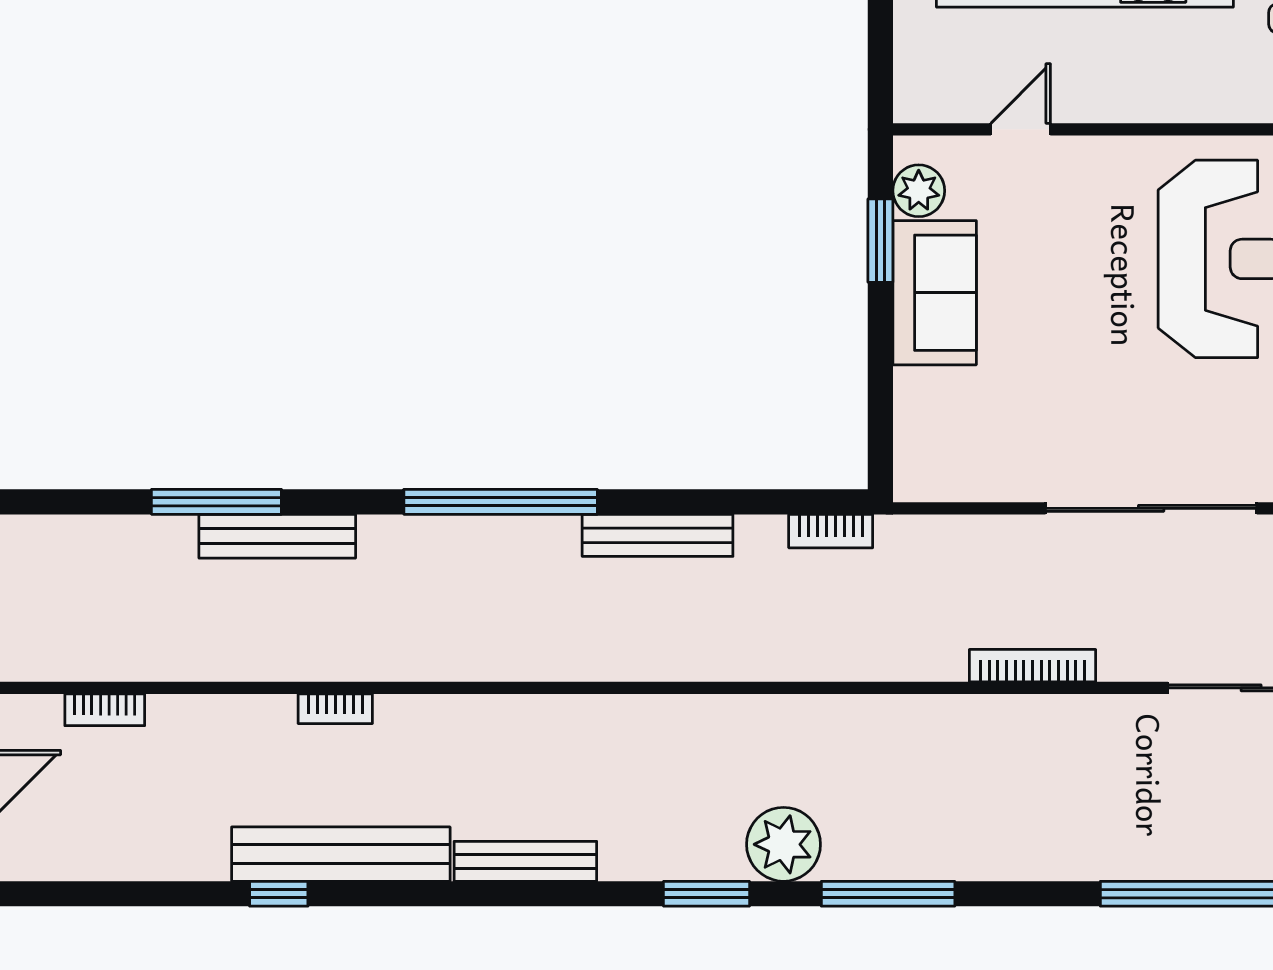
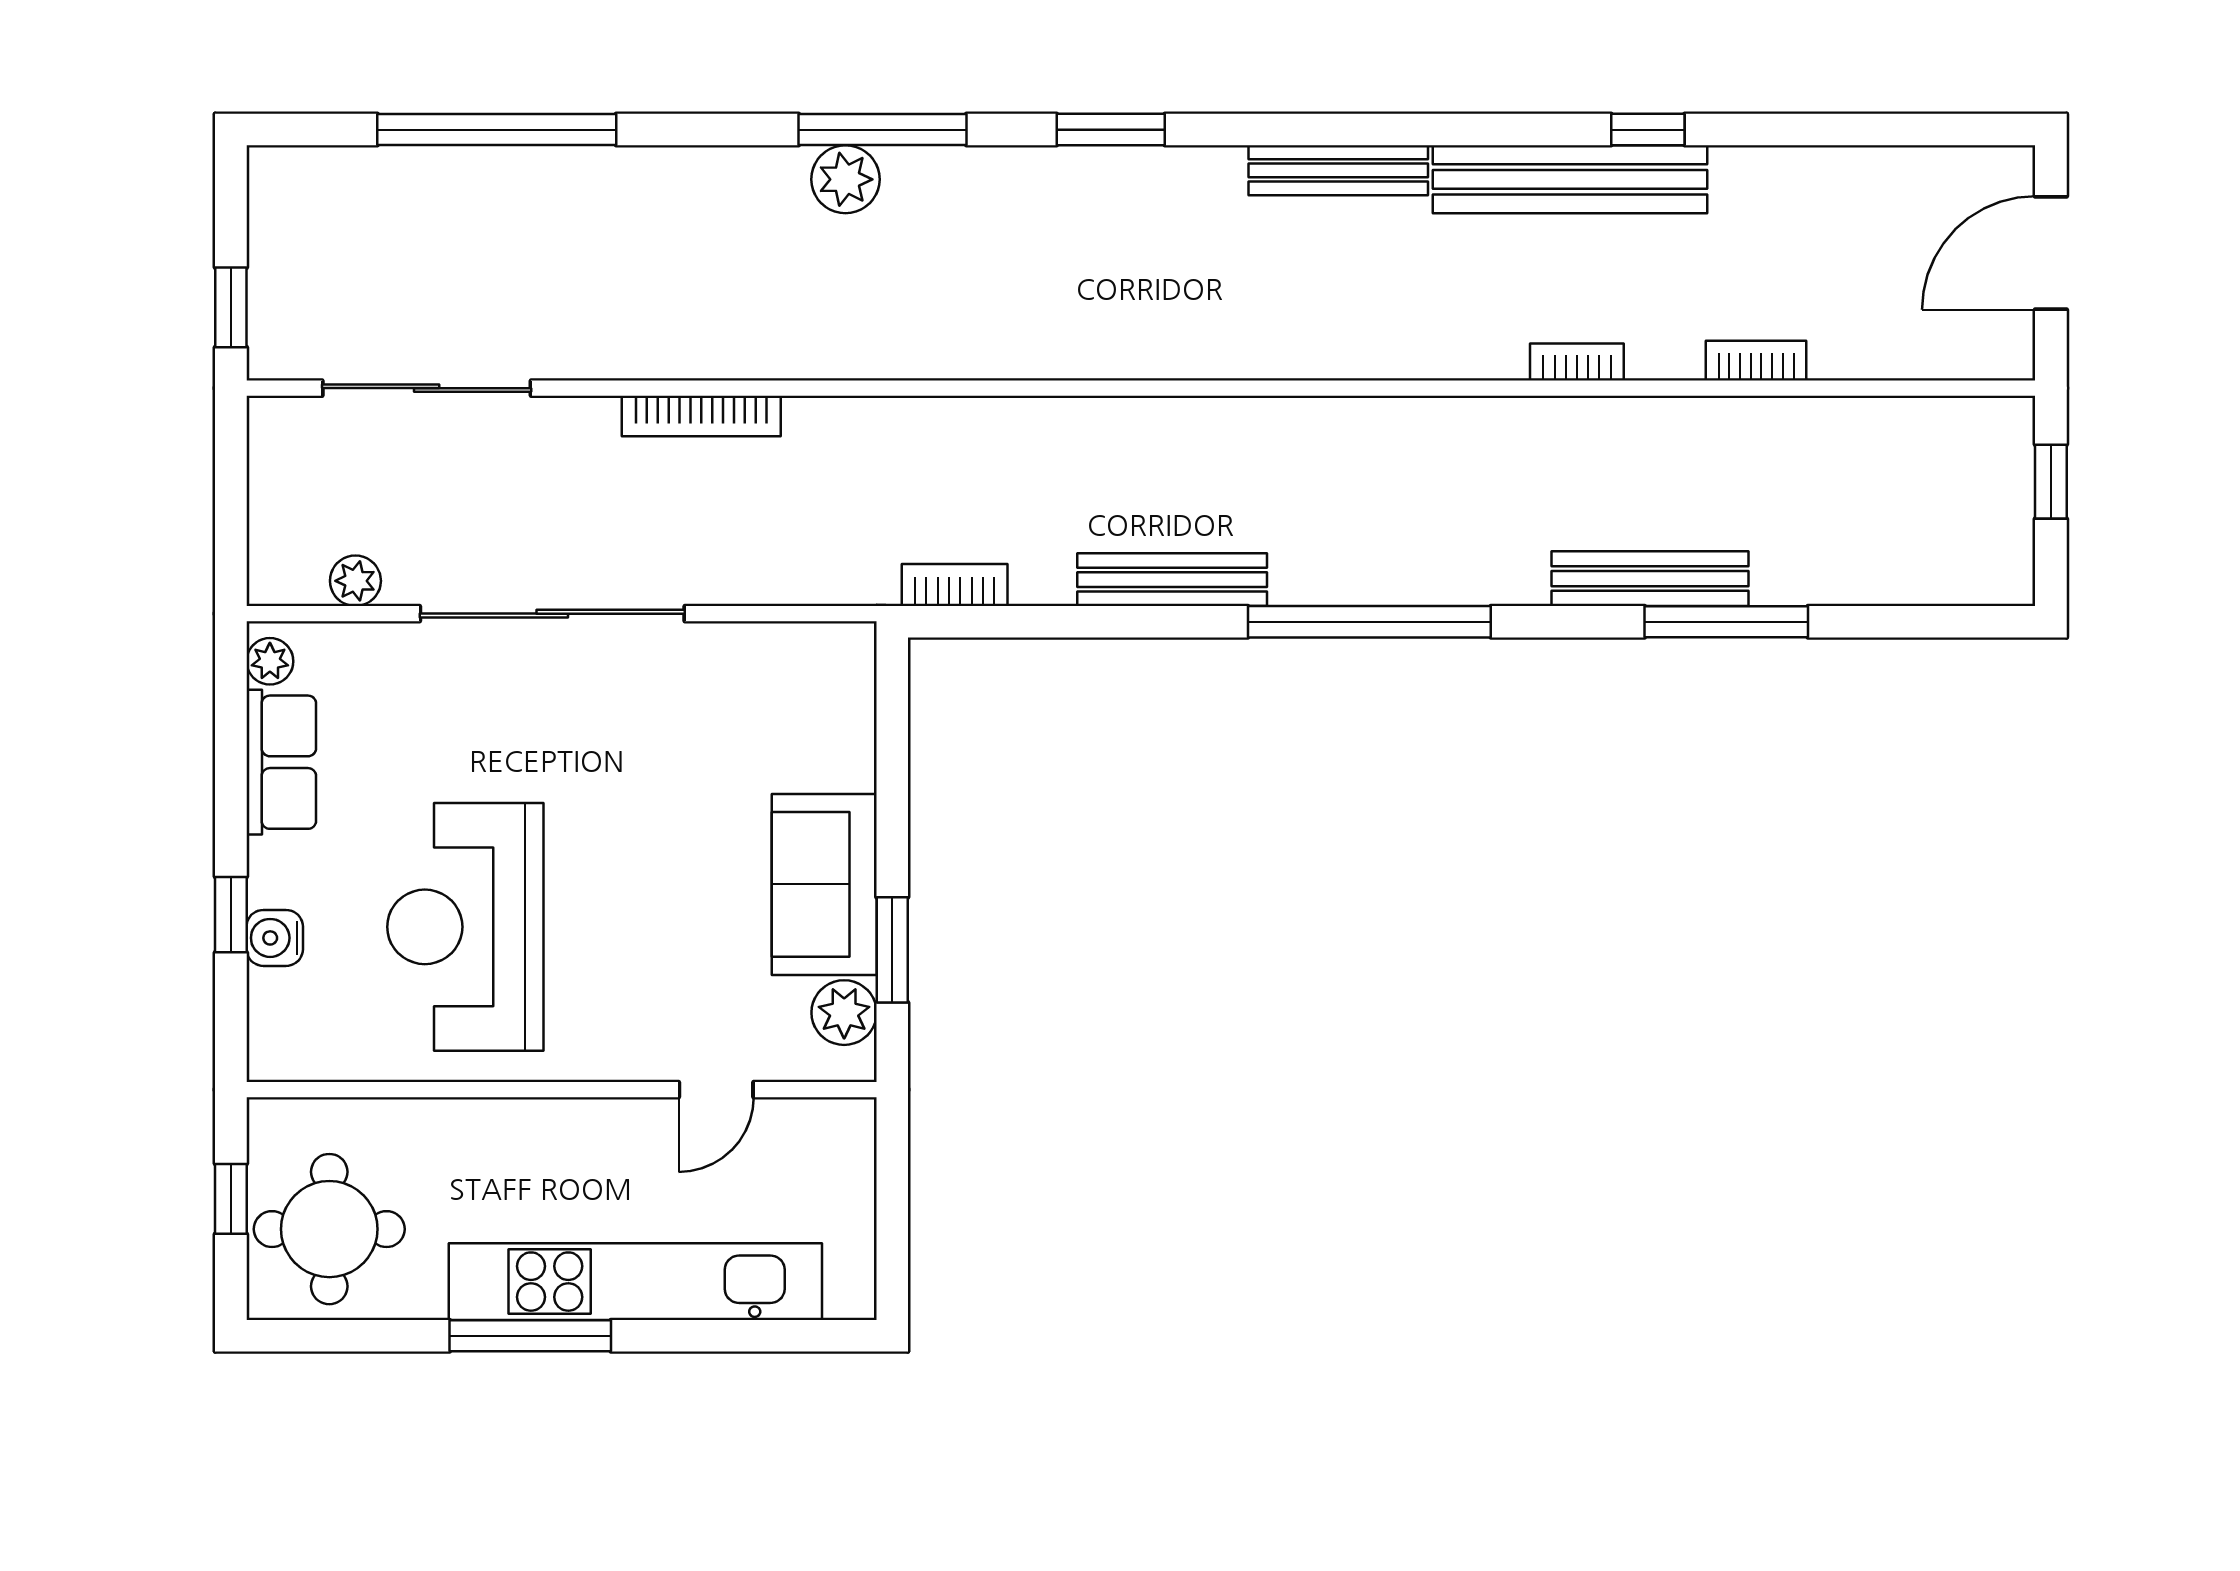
bookcase: (105, 710) -> (1756, 361), moved
plant: (783, 844) -> (845, 179), moved, width x0.73, depth x0.73

